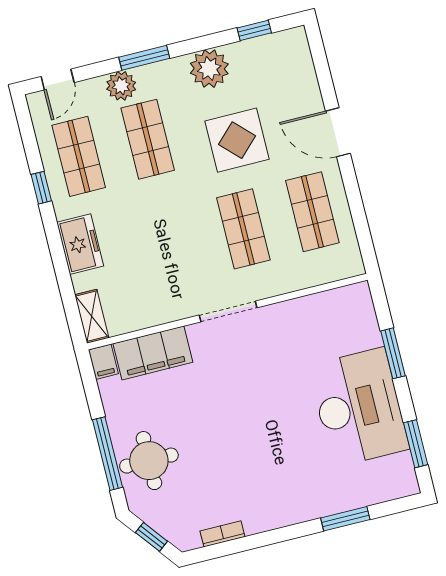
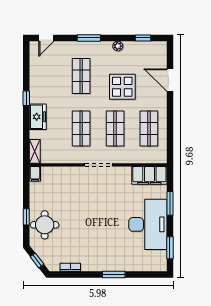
plant: (209, 69) -> (118, 46), width x0.53, depth x0.53
plant: (121, 86) -> (75, 48), removed
door: (338, 132) -> (170, 80), moved
shop shelf: (79, 156) -> (81, 129), moved
window: (41, 188) -> (26, 98), moved
filing cabinet: (153, 353) -> (149, 175), moved
window: (107, 454) -> (26, 217), width x0.46
window: (345, 519) -> (114, 274), moved

